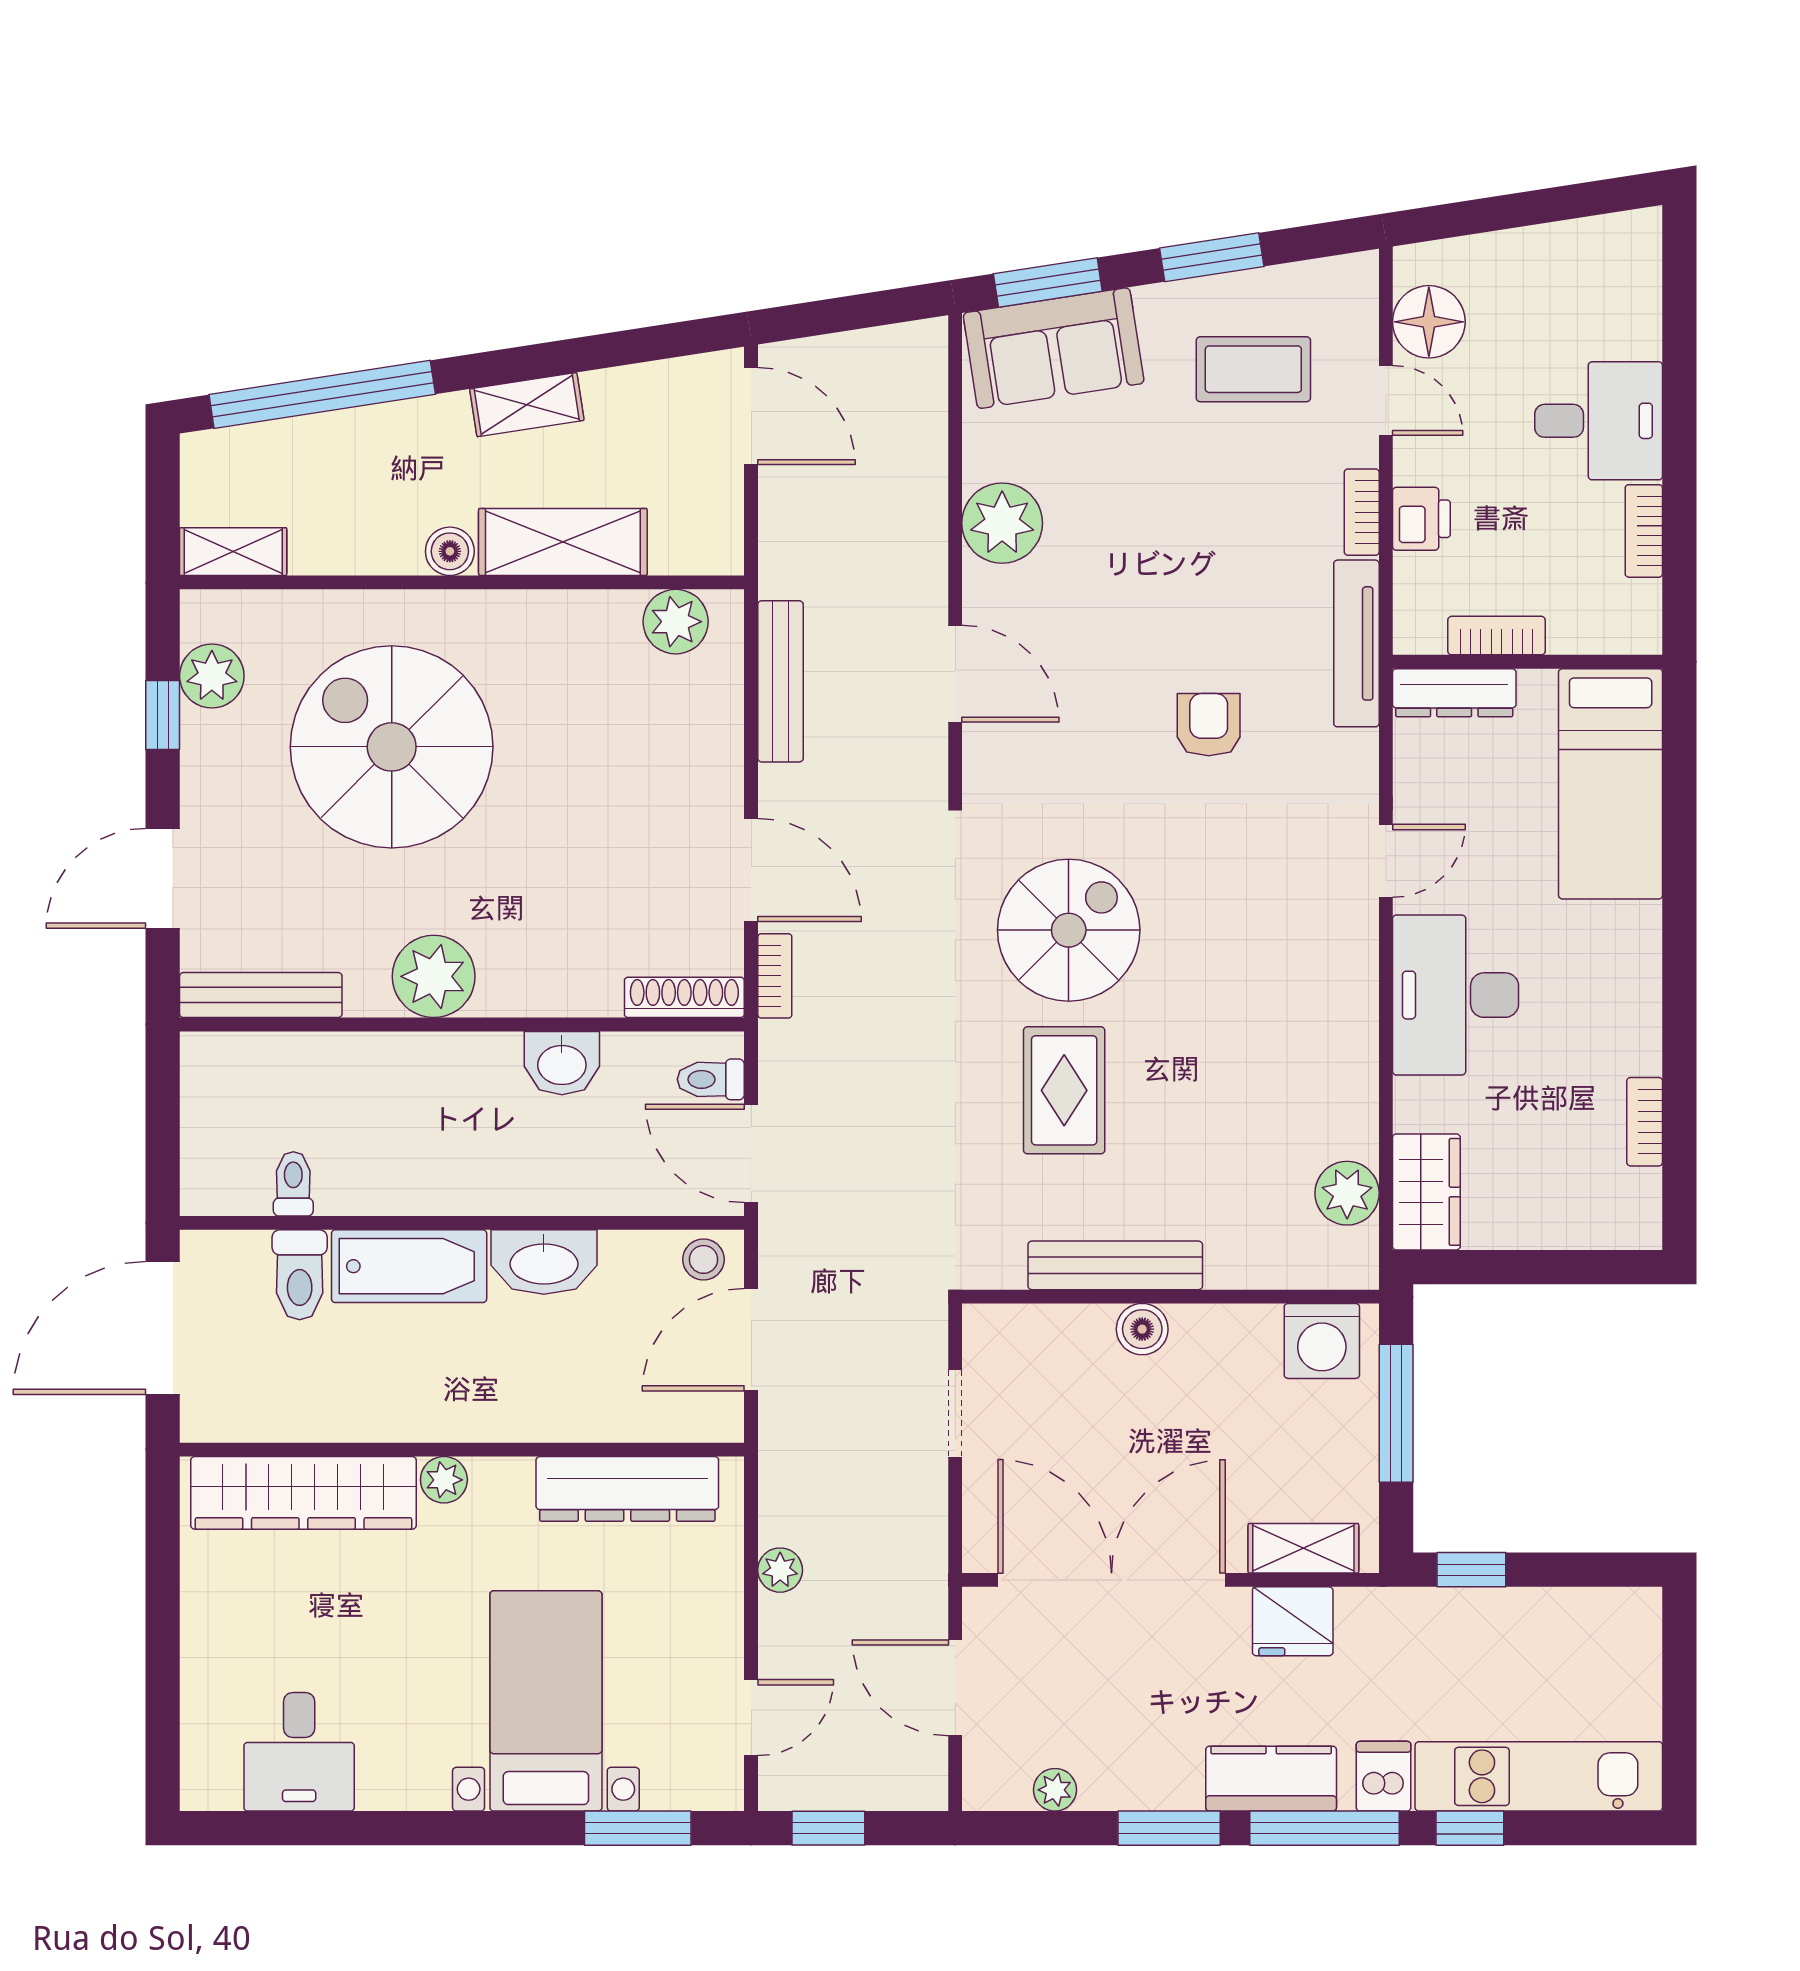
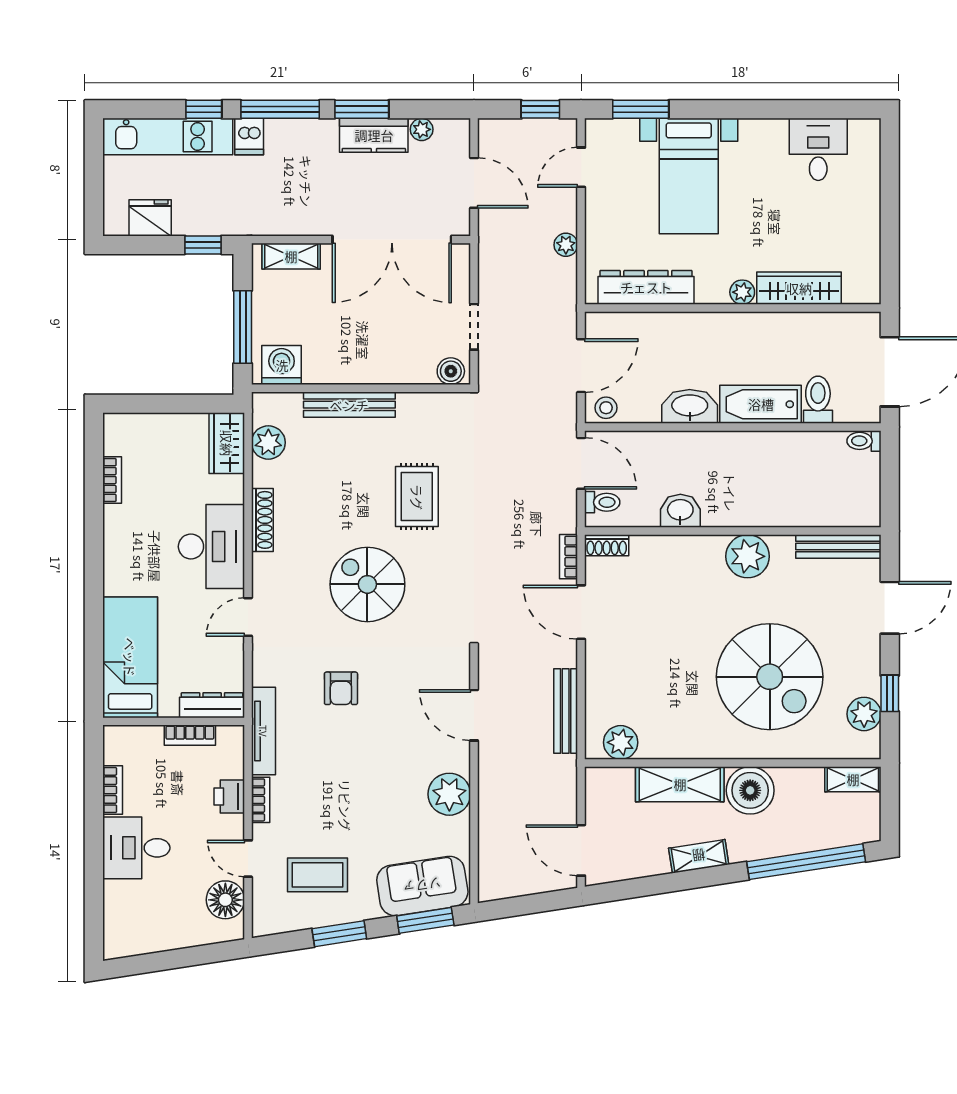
boiler: (450, 551) -> (750, 790), width x1.86, depth x1.86
spiral stairs: (1069, 930) -> (367, 584), moved, turned 90
shoe rack: (684, 997) -> (607, 545), width x0.70
shoe rack: (1359, 1046) -> (262, 520), added
toilet: (293, 1184) -> (864, 441), moved, turned 90
bench: (1115, 1265) -> (349, 405), moved
boiler: (1142, 1329) -> (451, 371), moved
wardrobe: (303, 1493) -> (799, 288), width x0.71, depth x0.85
fridge: (1293, 1621) -> (150, 218), moved
kitchen counter: (1271, 1779) -> (374, 135), moved

